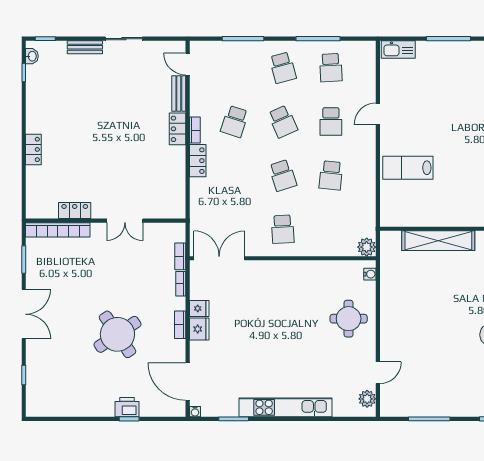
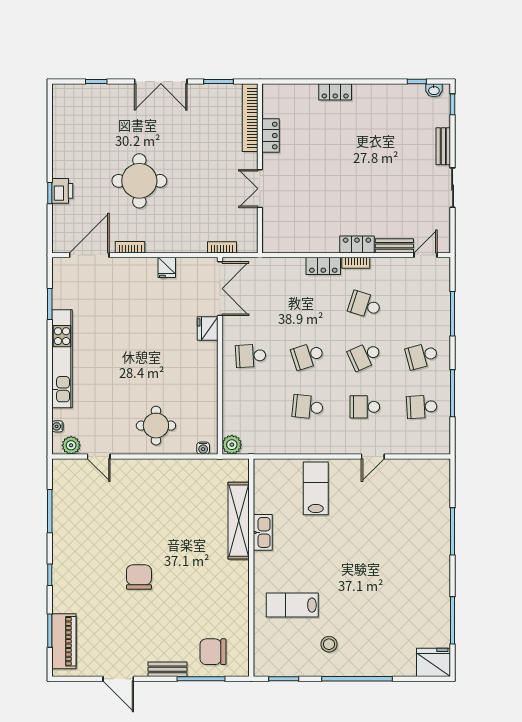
kitchen sink: (398, 50) -> (263, 532), moved, turned 180
door: (378, 114) -> (373, 457), swing flipped
bookcase: (181, 284) -> (193, 248), removed
bookcase: (180, 325) -> (130, 247), moved
fridge: (199, 329) -> (208, 329), moved, turned 90
round table: (117, 334) -> (139, 181), turned 34
water cooler: (195, 412) -> (58, 426), moved

